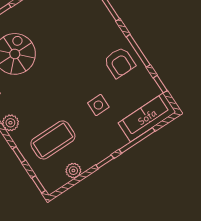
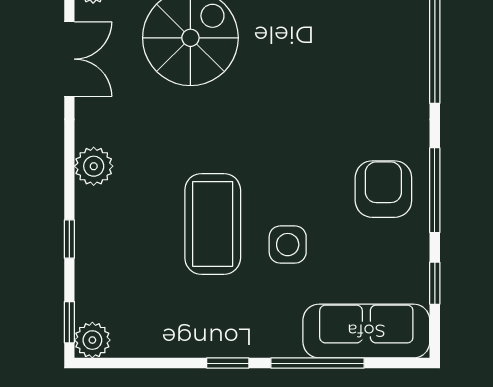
armchair: (120, 63) -> (383, 189), turned 180
coffee table: (53, 140) -> (213, 224), moved, turned 90
plant: (73, 171) -> (92, 340), moved

